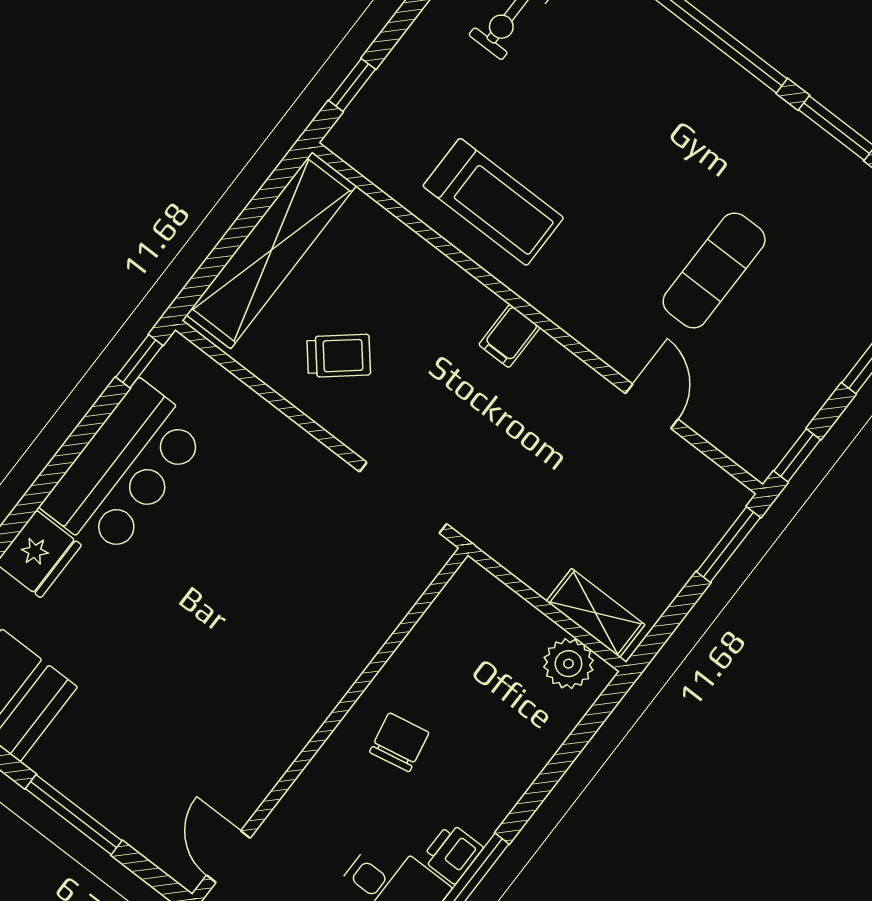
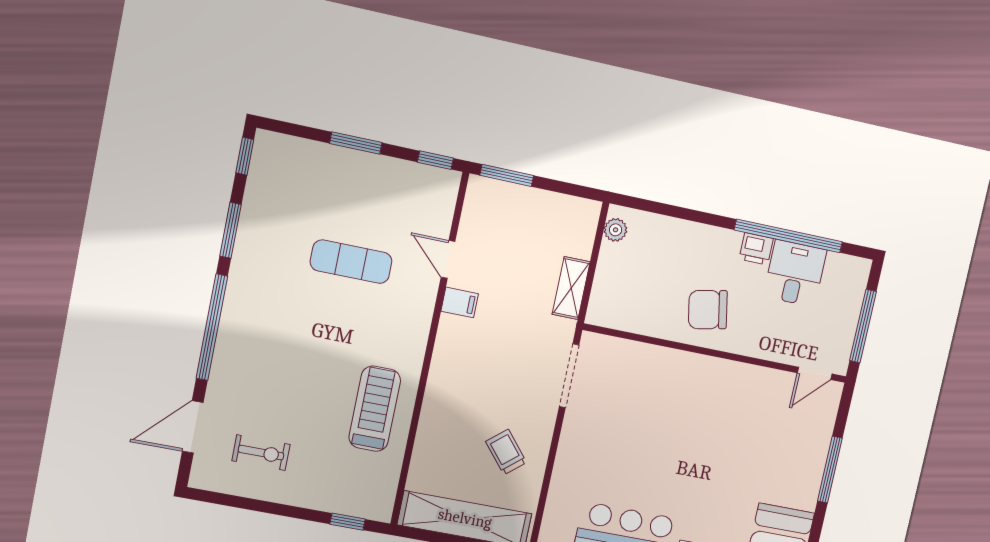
filing cabinet: (509, 336) -> (460, 302), moved
door: (652, 406) -> (448, 259), hinge flipped
shelving: (596, 613) -> (571, 288), moved
plant: (568, 664) -> (616, 230), width x0.73, depth x0.73
chair: (399, 742) -> (708, 310), width x1.37, depth x1.37

